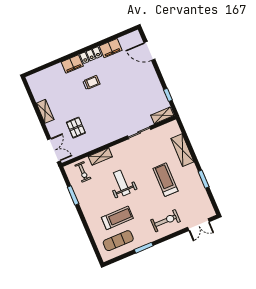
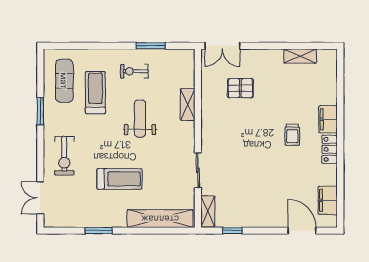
filing cabinet: (111, 48) -> (328, 200), moved
door: (149, 51) -> (302, 231), hinge flipped
shelving: (45, 111) -> (300, 56), moved
shelving: (182, 150) -> (160, 219), width x1.47
exercise bike: (83, 172) -> (134, 71), moved
weight bench: (122, 183) -> (140, 118), turned -90
treadmill: (117, 218) -> (95, 93), turned 180

